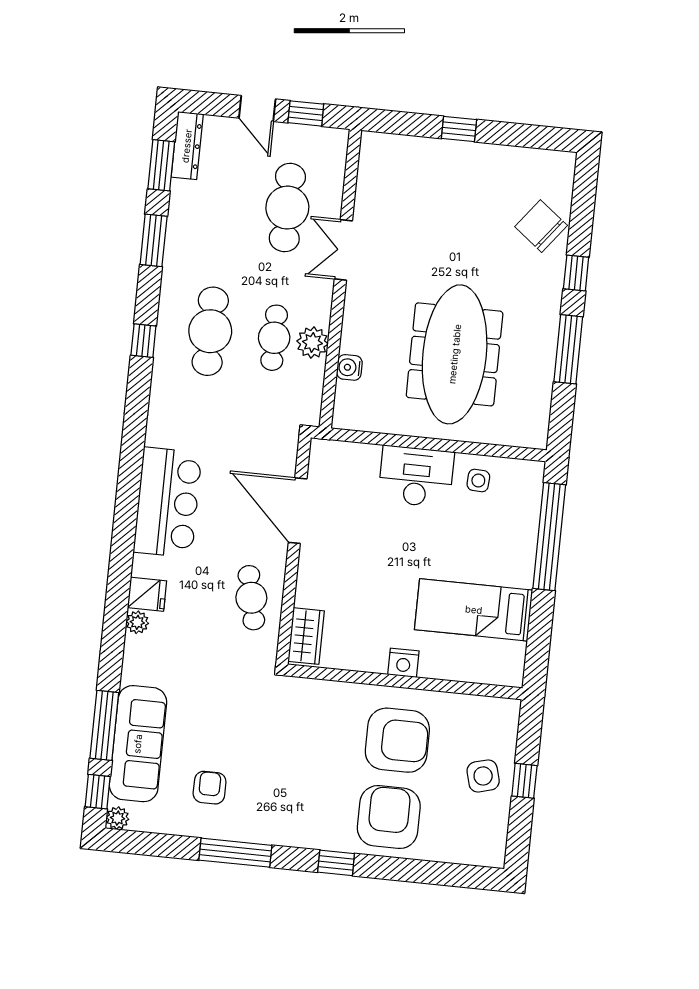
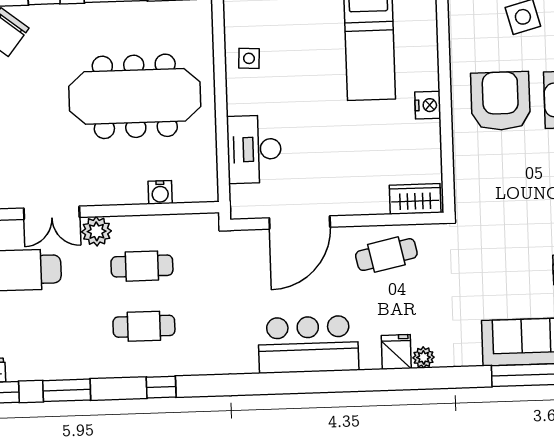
cafe table: (210, 331) -> (144, 326), width x0.73, depth x0.74
plant: (312, 342) -> (97, 231), moved
desk: (416, 477) -> (254, 149), moved

